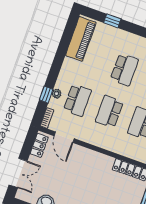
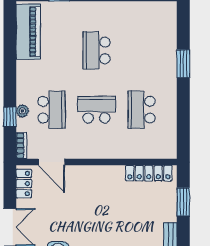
school desk: (124, 70) -> (97, 50), turned 180
school desk: (109, 112) -> (97, 110), turned 90

